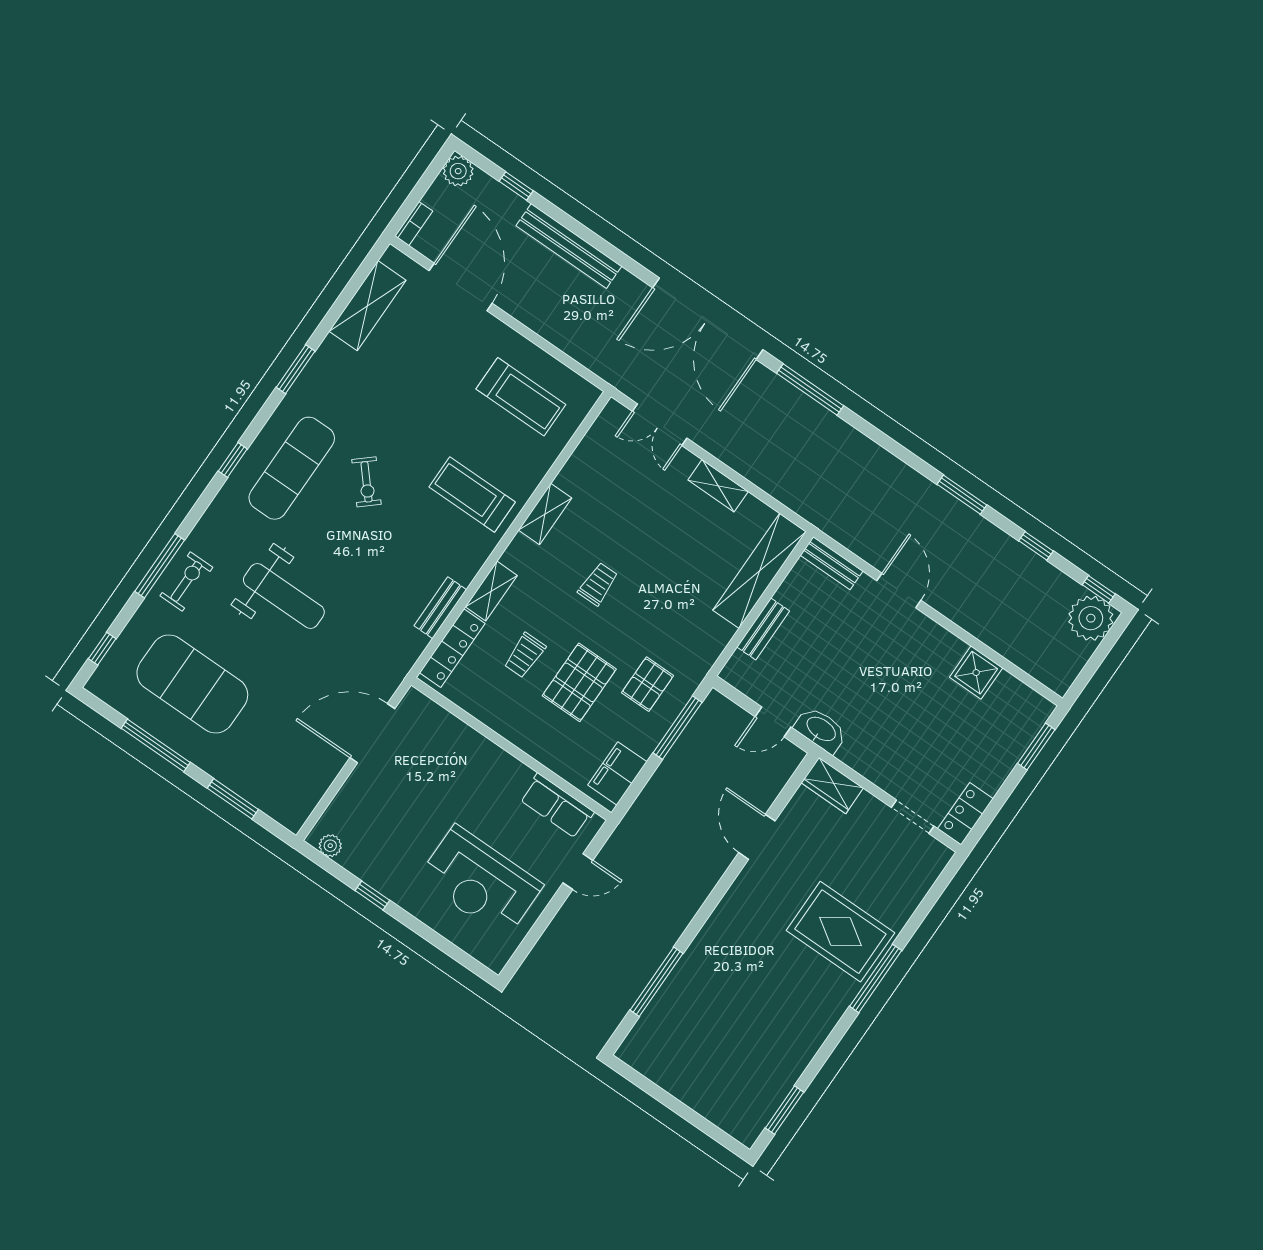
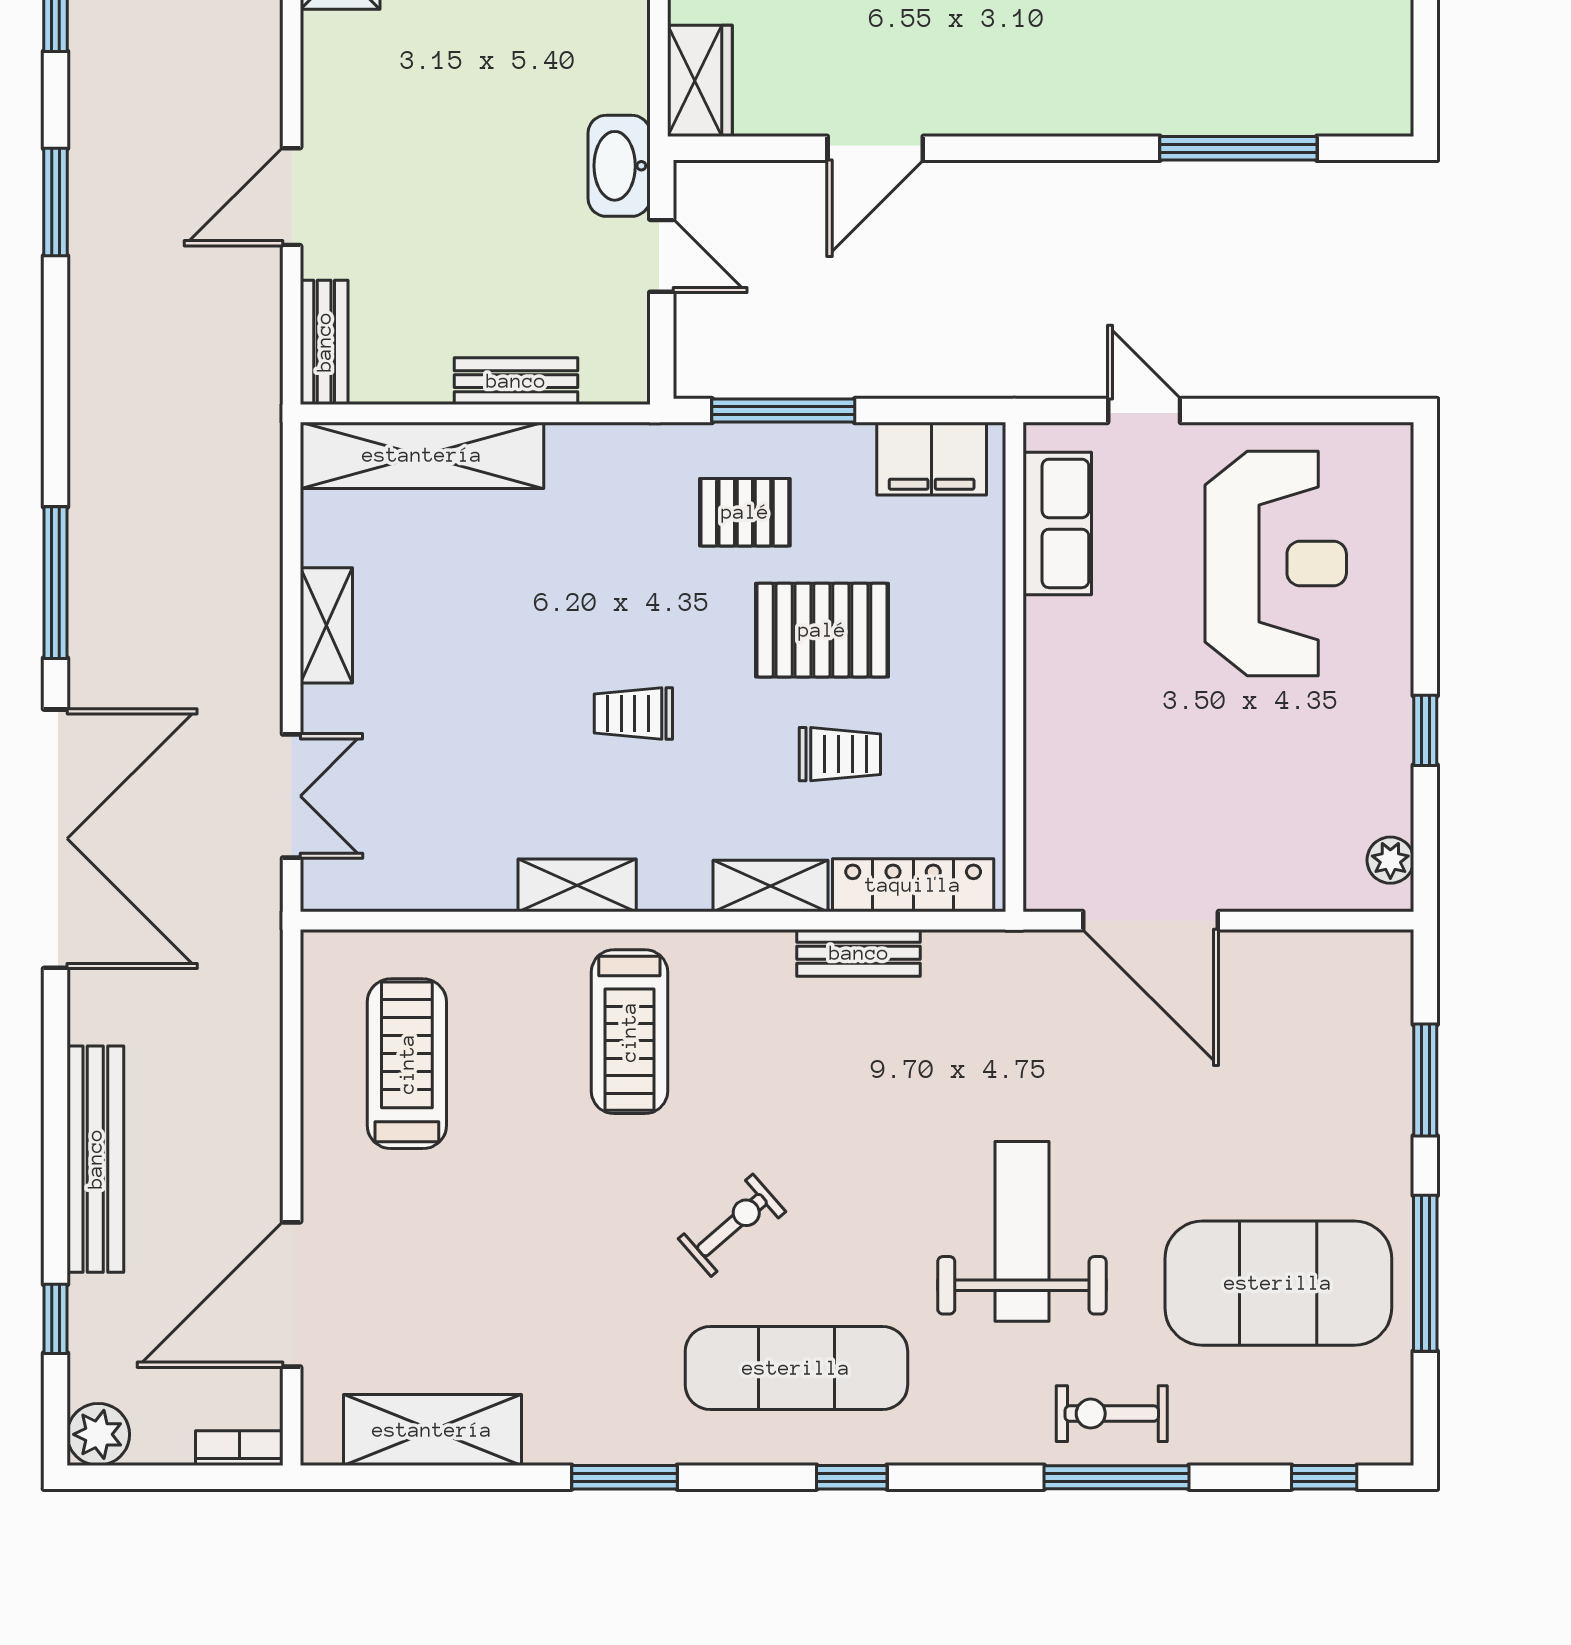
exercise mat: (192, 684) -> (1278, 1283), turned 90

